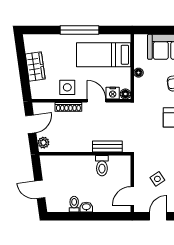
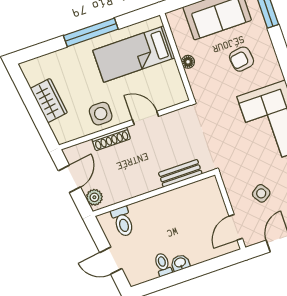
nightstand: (113, 93) -> (163, 101), removed
floor lamp: (125, 94) -> (180, 96), removed
toilet: (102, 166) -> (123, 222), moved

